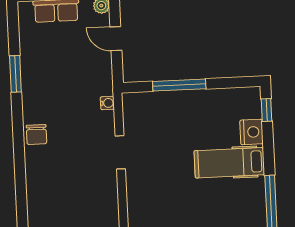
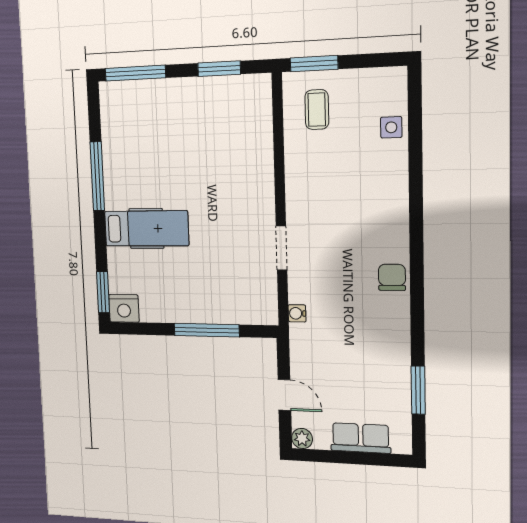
window: (15, 74) -> (418, 390), moved
window: (267, 110) -> (103, 292), width x1.50
nightstand: (251, 132) -> (124, 308), moved, turned -90

